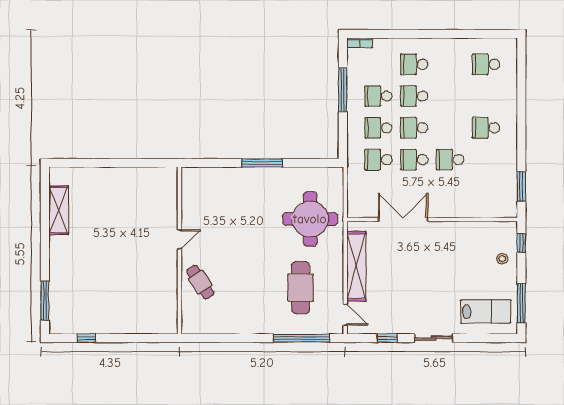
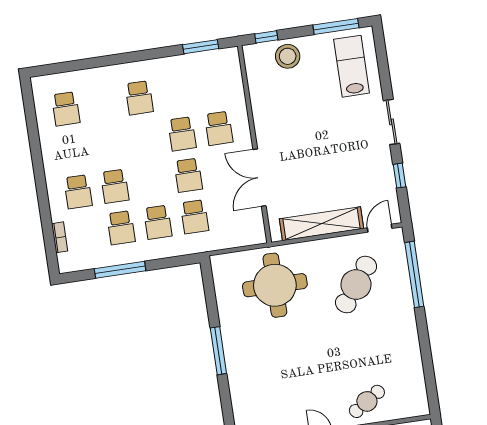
bookcase: (360, 43) -> (60, 237), moved
school desk: (414, 128) -> (219, 128), moved
stool: (502, 259) -> (288, 56), width x1.89, depth x1.89
cafe table: (301, 288) -> (356, 285), turned -53

